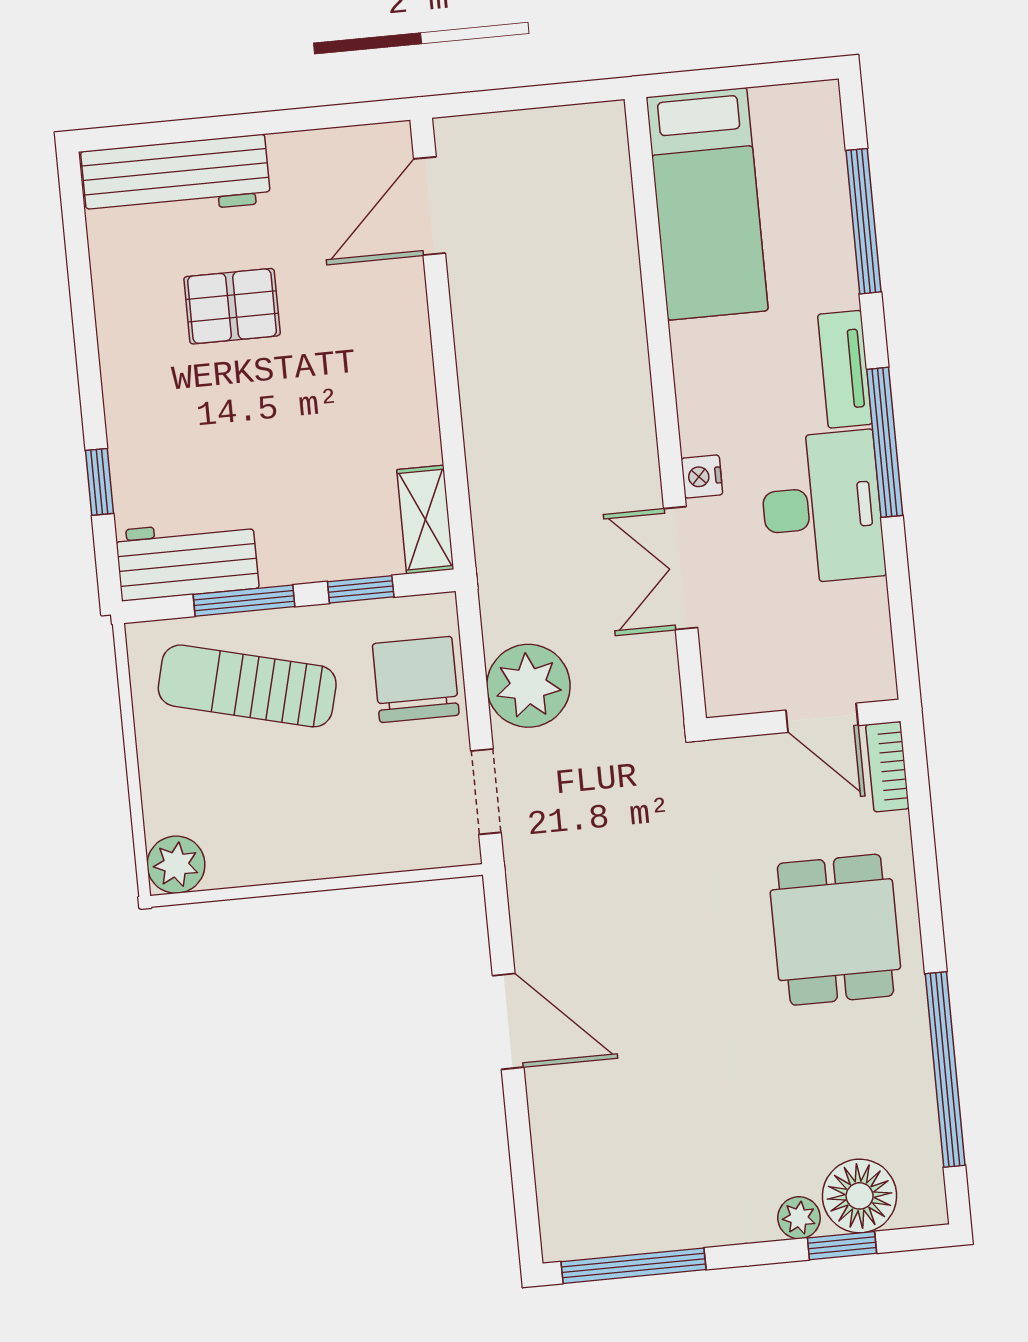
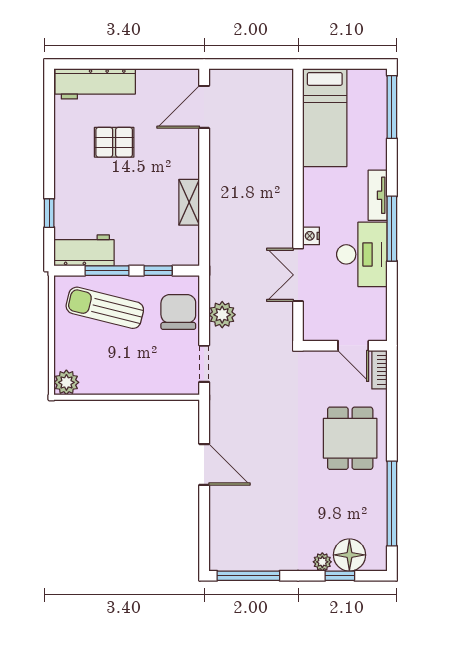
window: (863, 221) -> (392, 107), moved
shelving: (425, 520) -> (189, 202), moved
plant: (528, 686) -> (222, 315), width x0.73, depth x0.73

